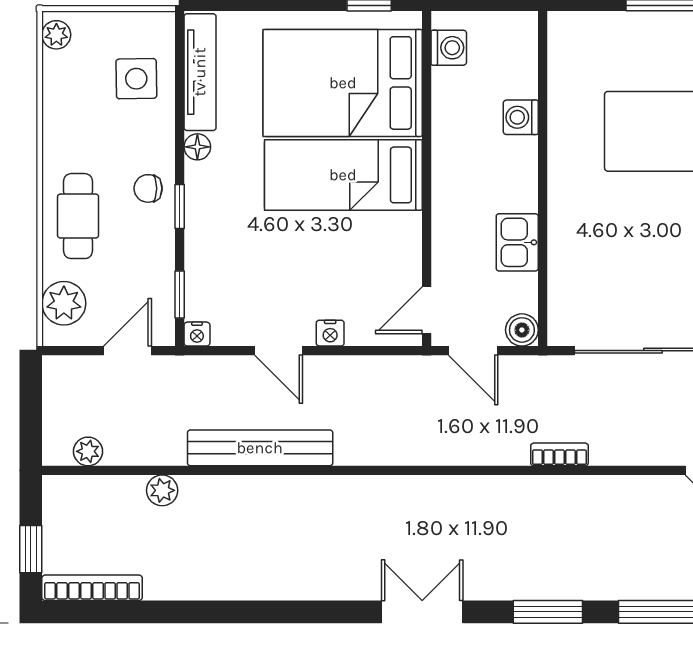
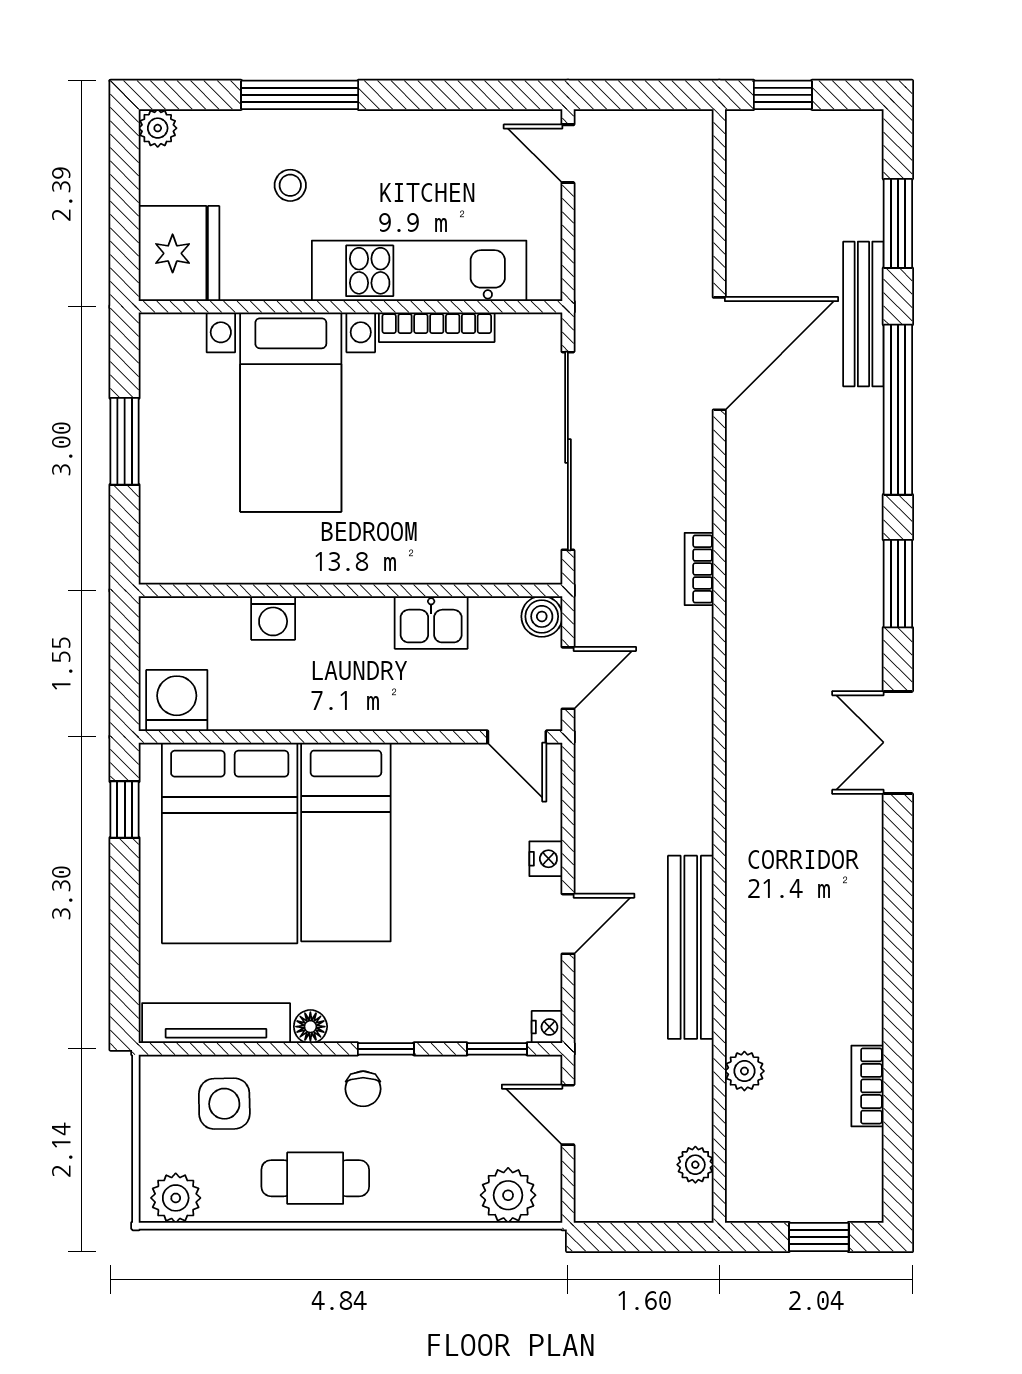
plant: (56, 35) -> (176, 1198), width x1.38, depth x1.38
washing machine: (449, 48) -> (177, 701), width x1.38, depth x1.38
cafe table: (78, 216) -> (315, 1178), moved
bookcase: (92, 588) -> (868, 1086), moved, width x0.64

